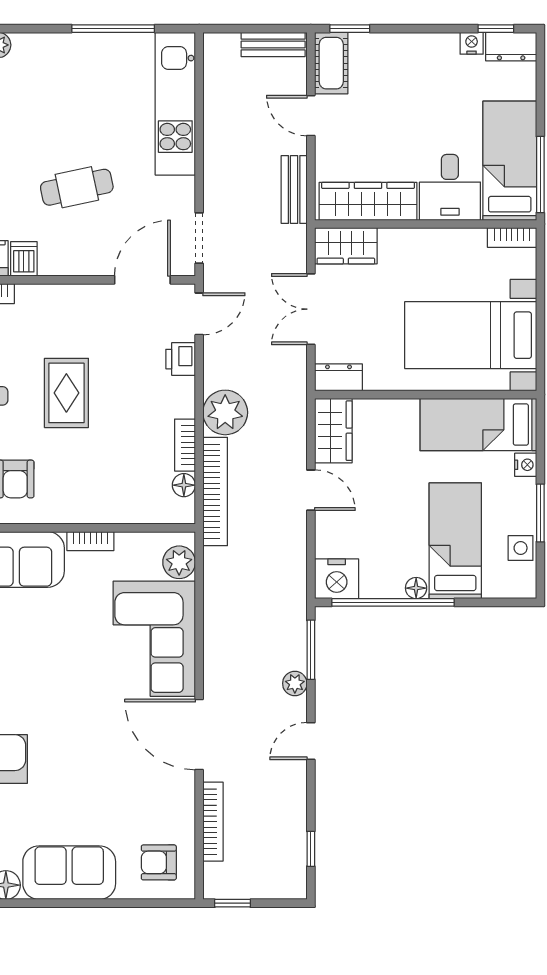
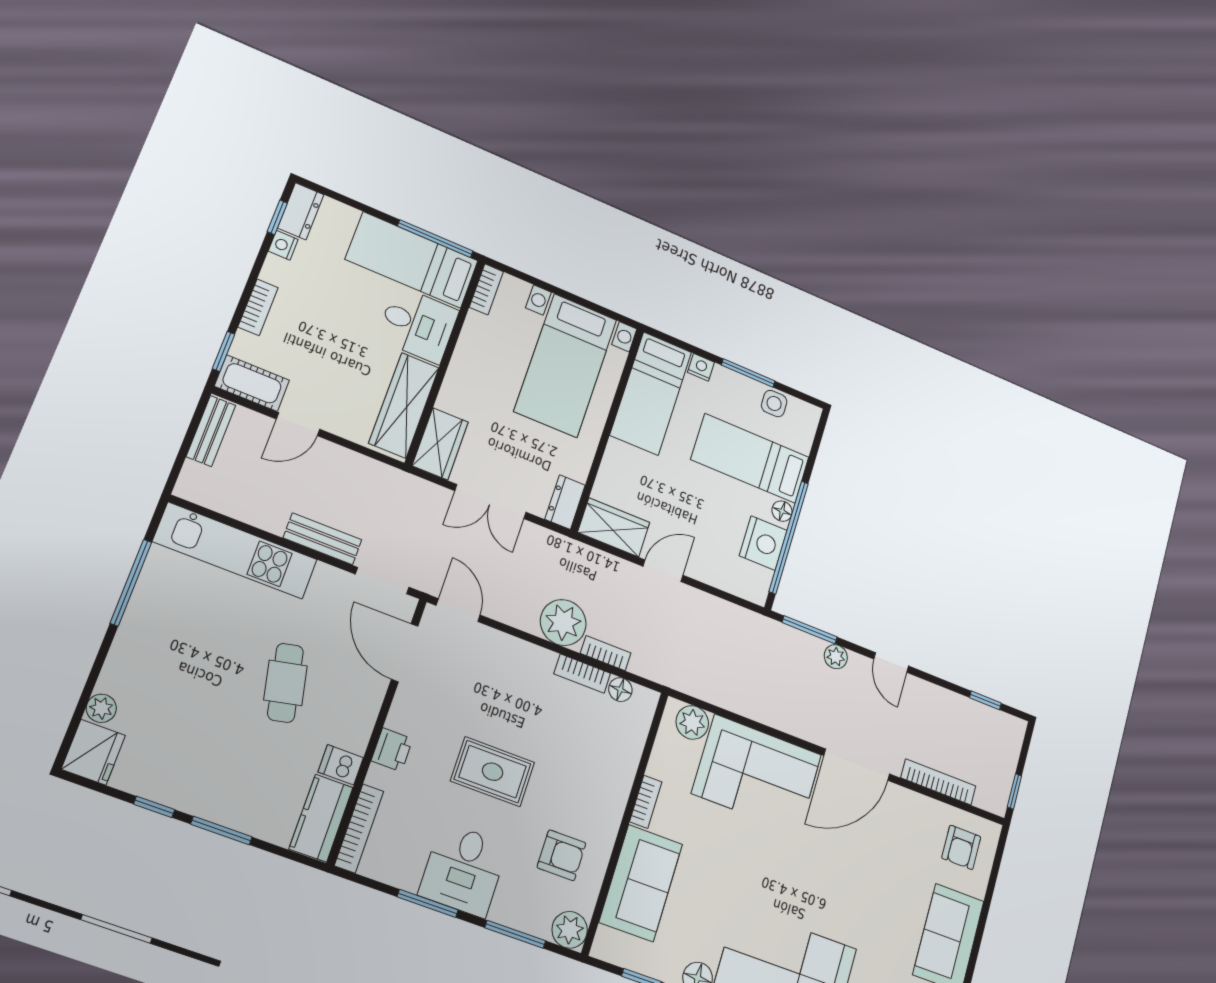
bookcase: (404, 43) -> (258, 307), added
bench: (294, 190) -> (323, 539), moved
printer: (181, 359) -> (392, 750), moved, turned -90
bookcase: (215, 491) -> (606, 653), width x0.43, depth x0.76
nightstand: (337, 579) -> (763, 543), moved

